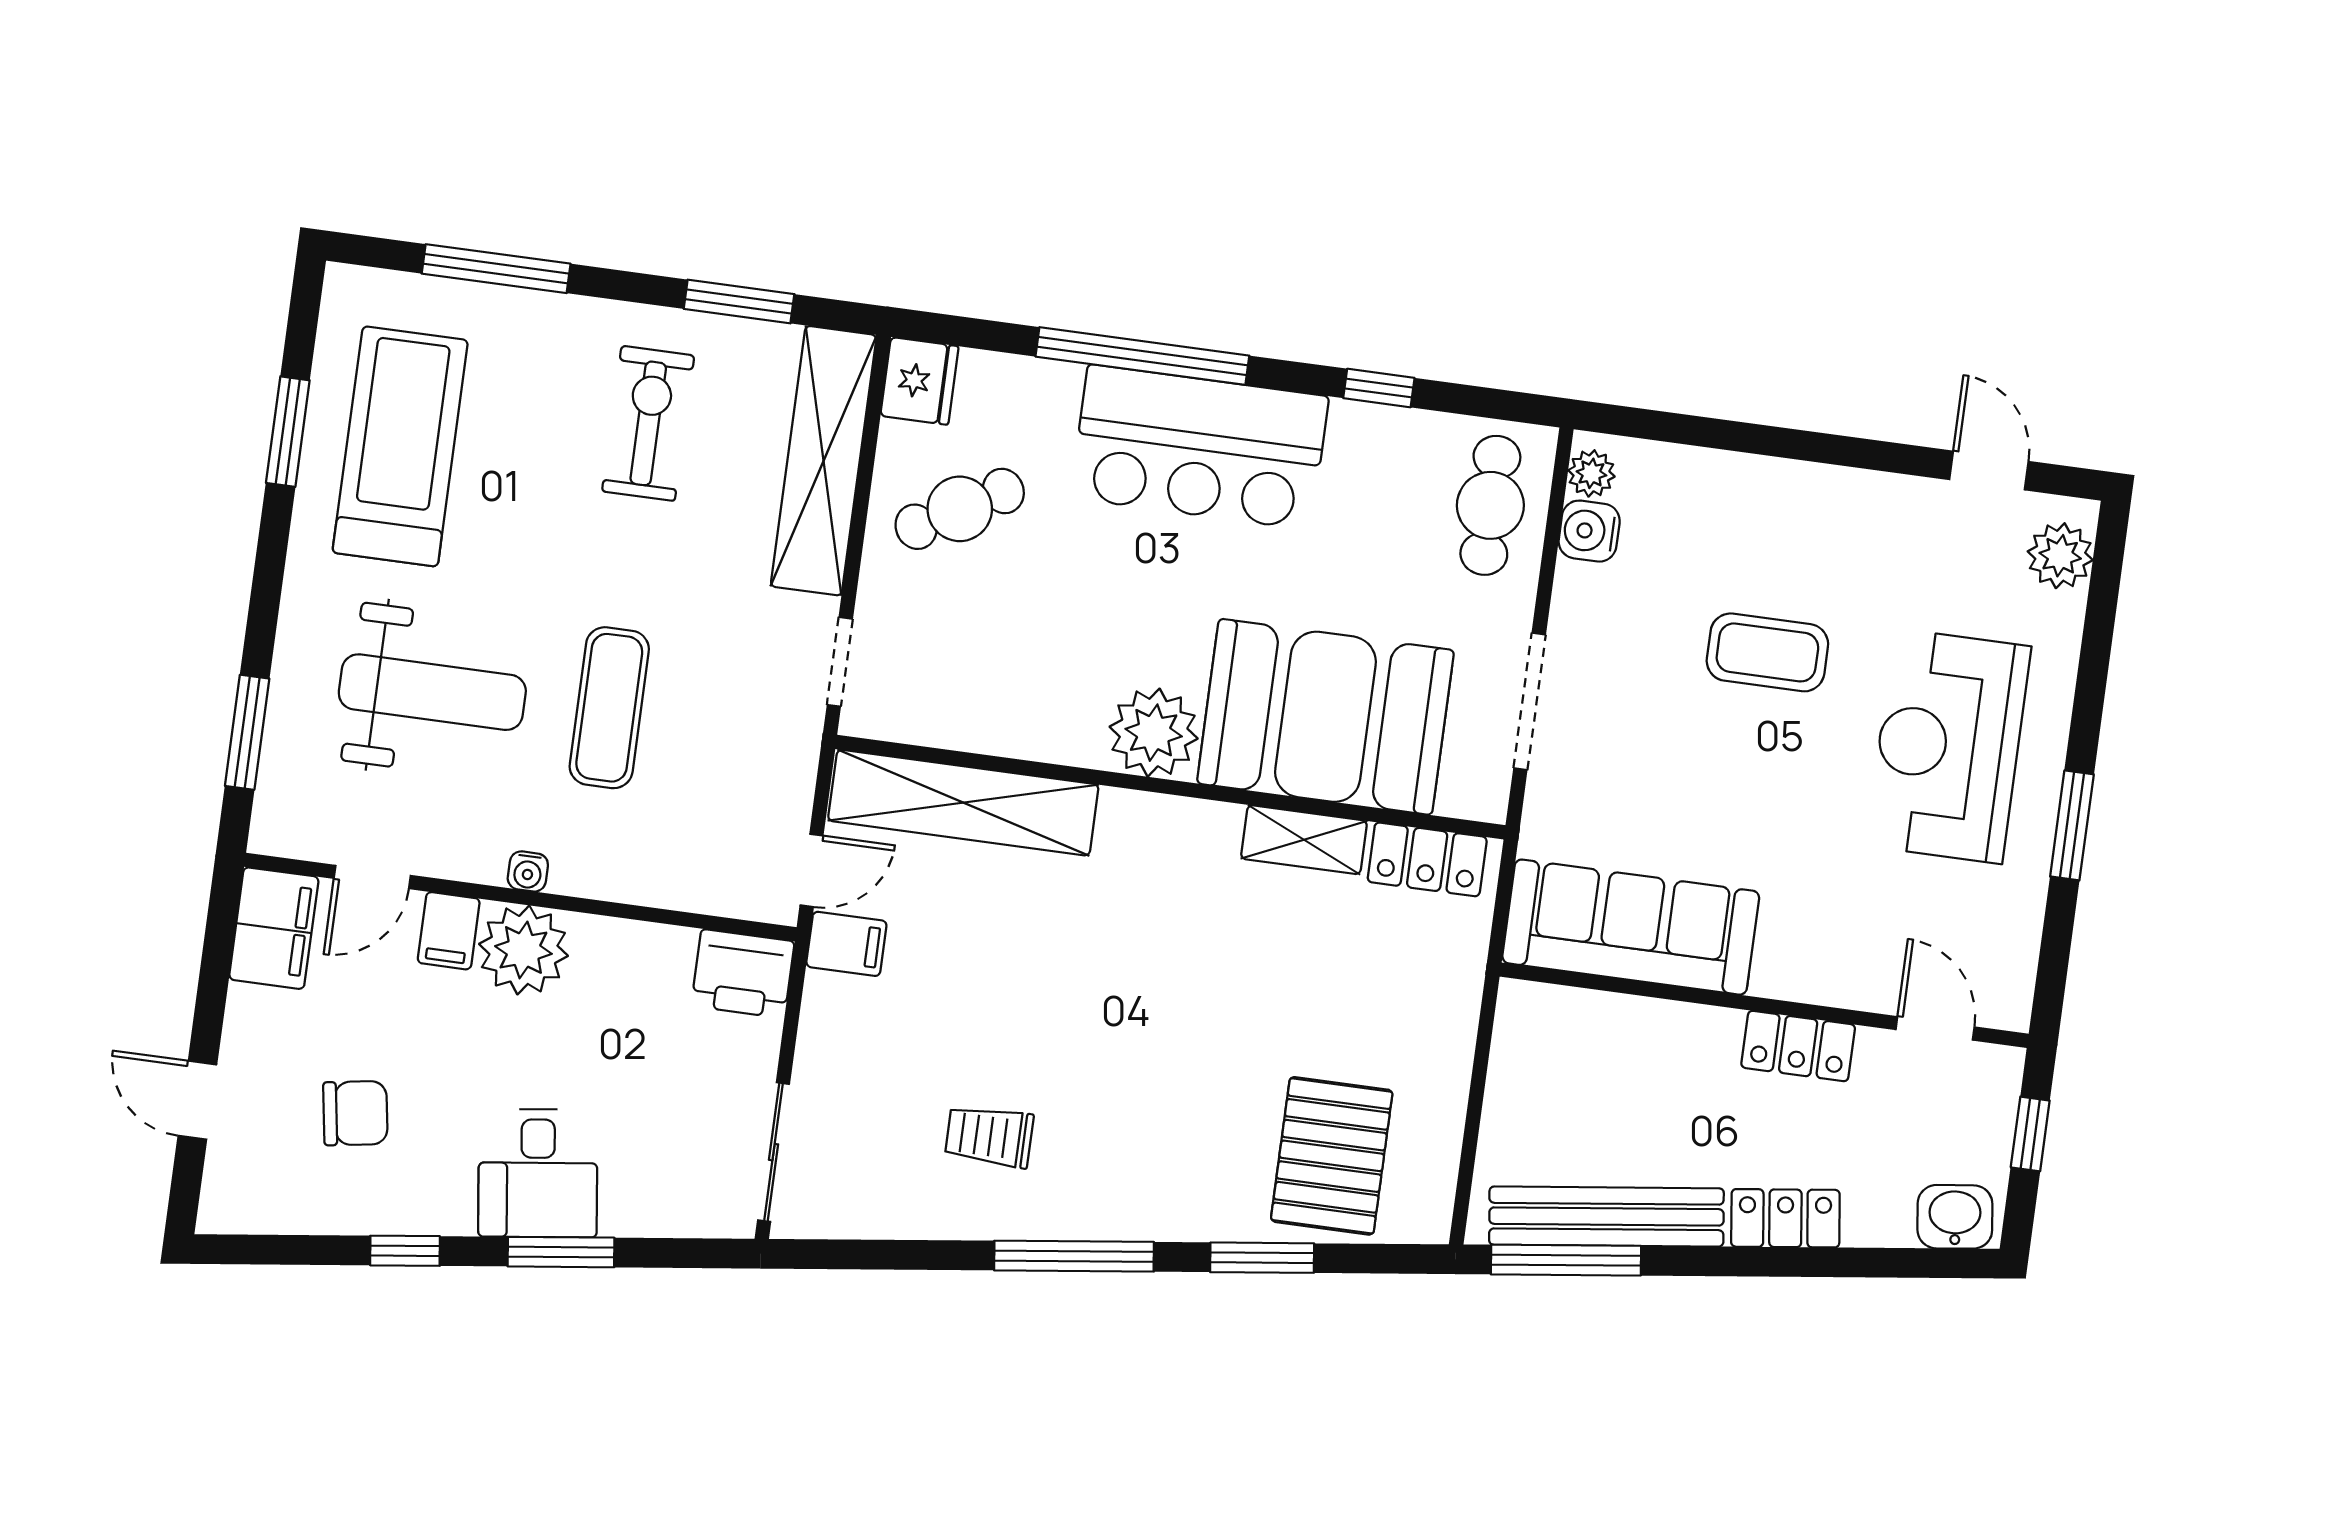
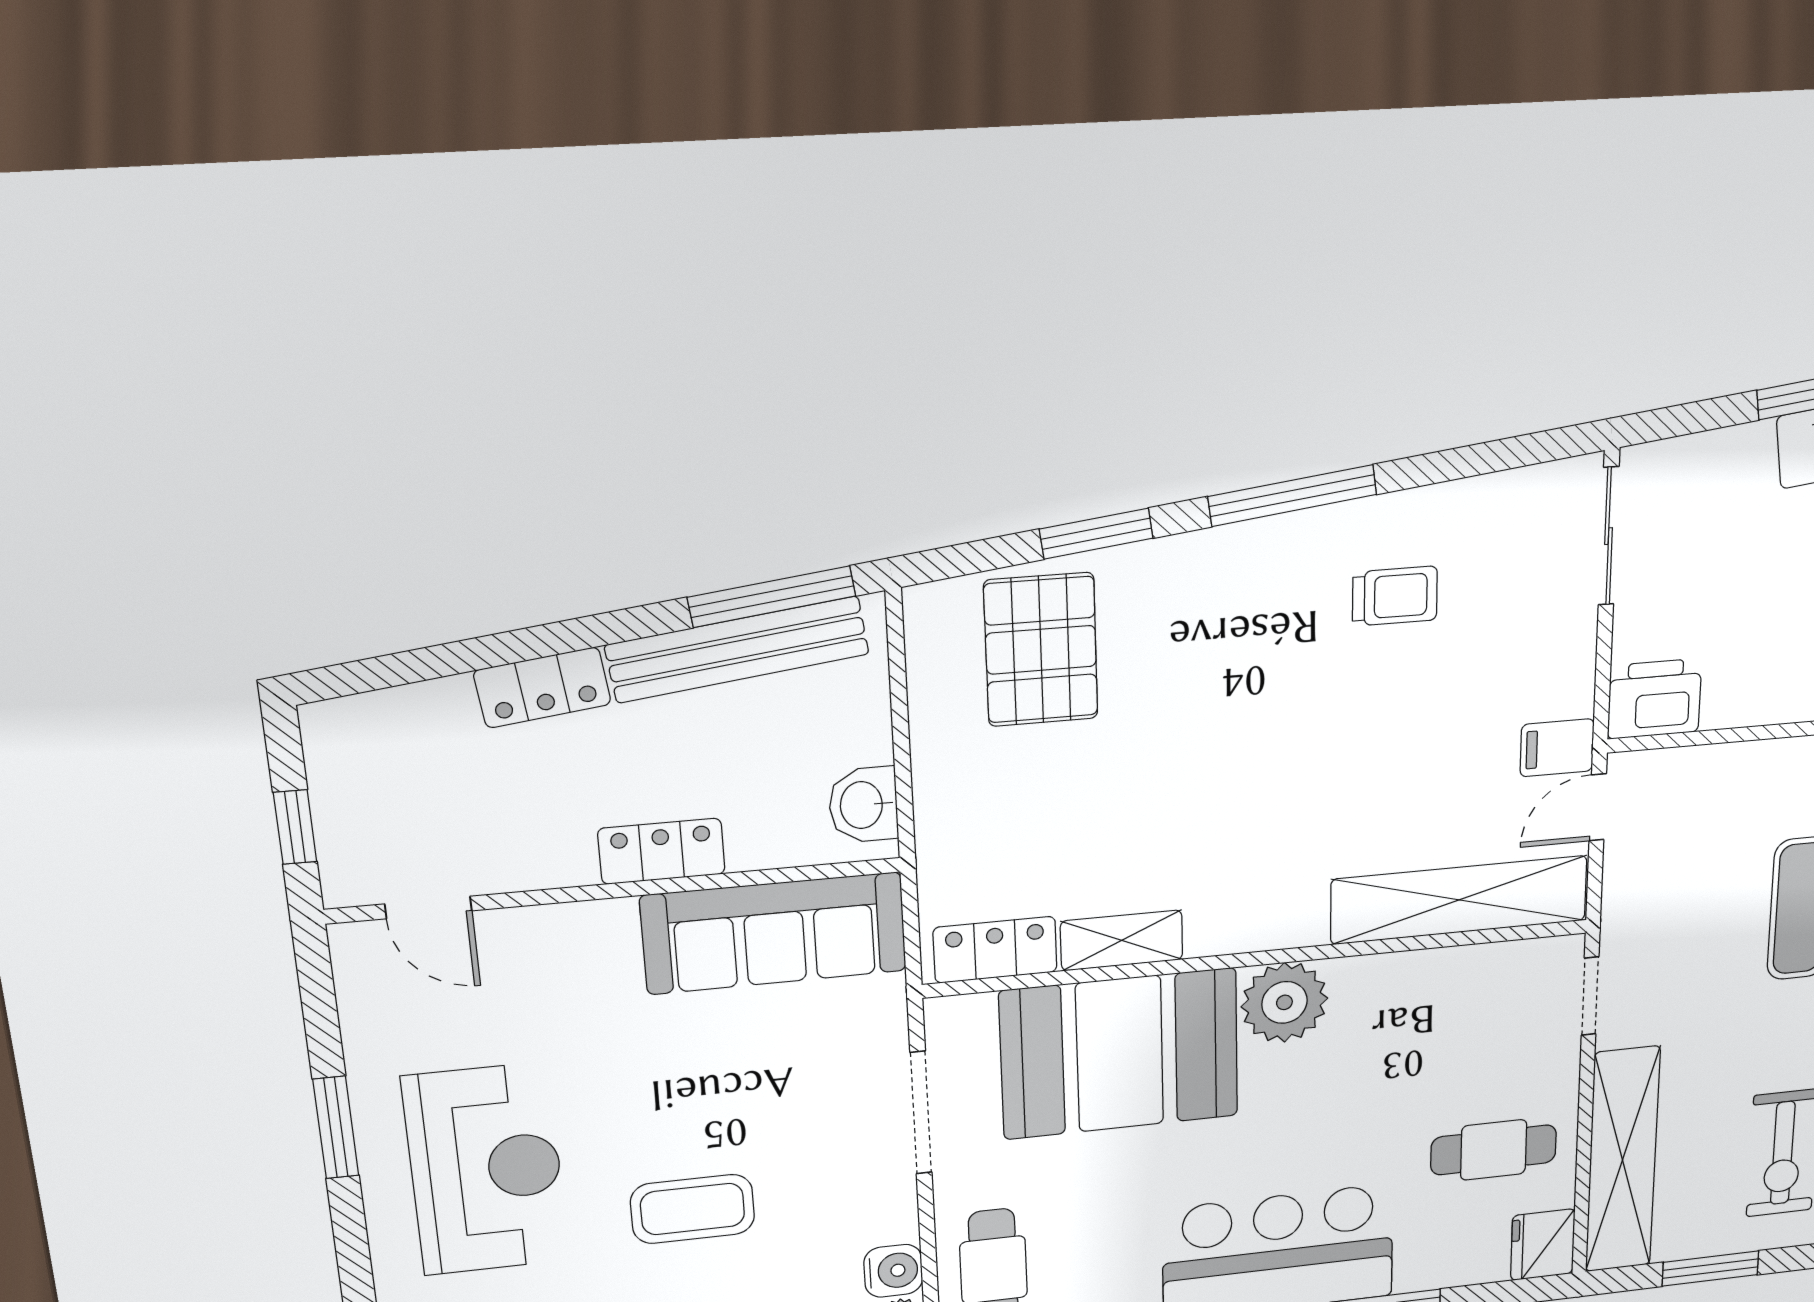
cafe table: (960, 509) -> (1494, 1150), turned 30
locker: (1798, 1046) -> (661, 851), moved
washbasin: (1955, 1217) -> (863, 805), moved, turned 97

